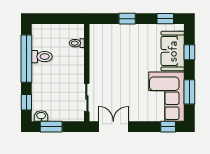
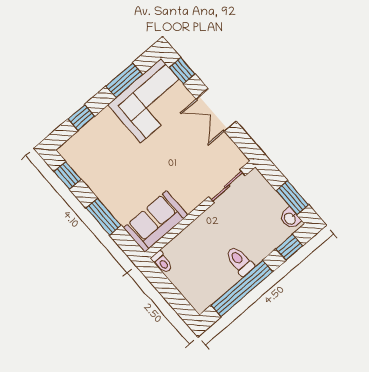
window: (127, 19) -> (104, 217), width x1.50
toilet: (77, 43) -> (162, 262), moved
sofa: (173, 51) -> (156, 221), moved, turned 180
toilet: (42, 57) -> (240, 261), moved
double door: (113, 127) -> (216, 110), moved

